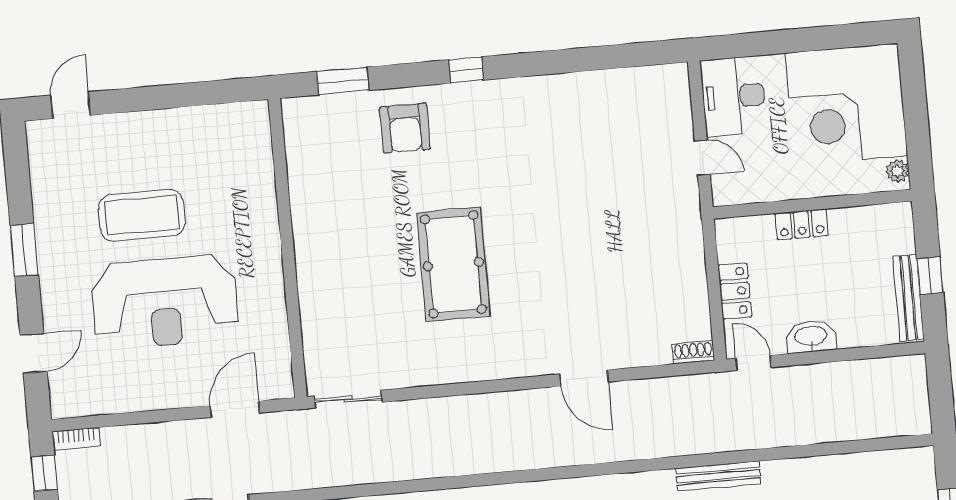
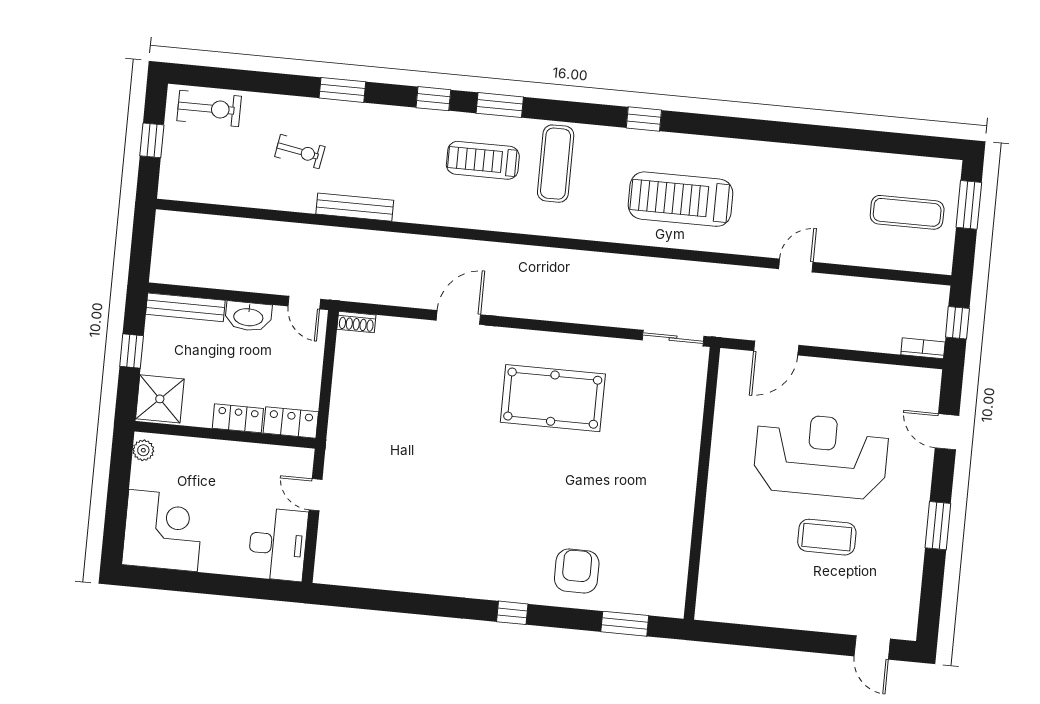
corner desk: (846, 104) -> (163, 531), width x0.74, depth x0.74
door: (71, 105) -> (872, 647), hinge flipped
coffee table: (142, 215) -> (827, 537), width x0.73, depth x0.76
shower: (890, 230) -> (160, 399), added
pool table: (453, 264) -> (553, 398), moved, turned 90
locker: (735, 291) -> (291, 422), moved, turned 90
bench: (908, 298) -> (185, 307), moved, turned 90
door: (33, 353) -> (947, 432), hinge flipped
door: (584, 378) -> (458, 317), hinge flipped

